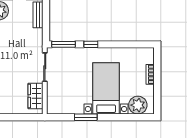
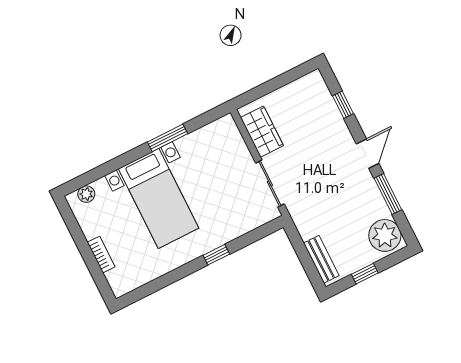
window: (63, 44) -> (259, 233), removed
plant: (138, 105) -> (86, 194), width x0.53, depth x0.53

